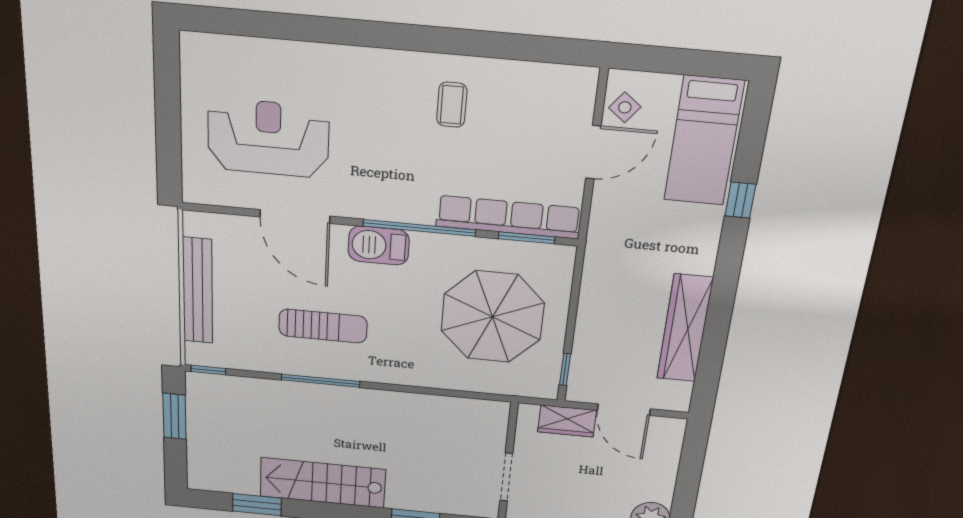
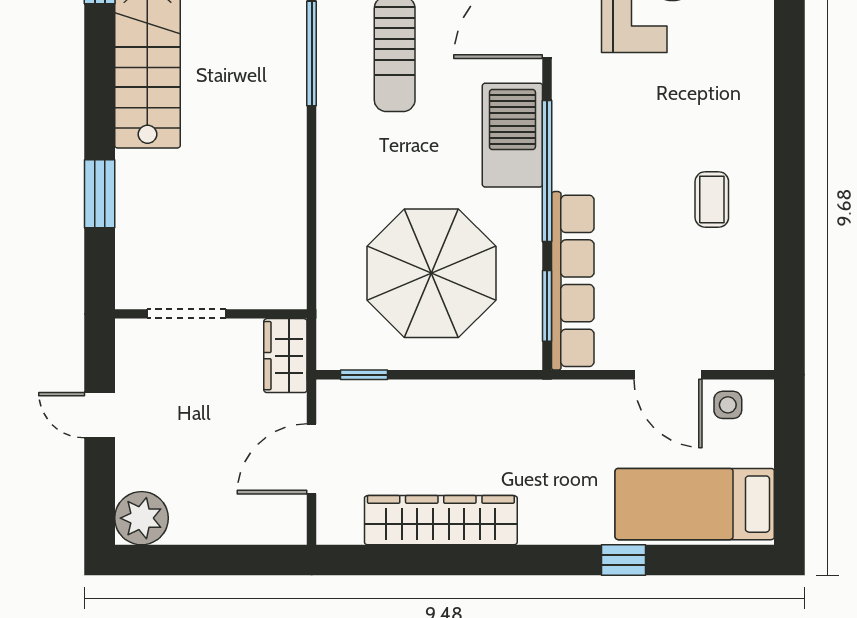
coffee table: (452, 105) -> (712, 199), turned 90
side table: (625, 107) -> (728, 405), turned -38
barbecue: (379, 246) -> (512, 135), width x1.37, depth x1.21
wardrobe: (567, 421) -> (285, 356), moved

